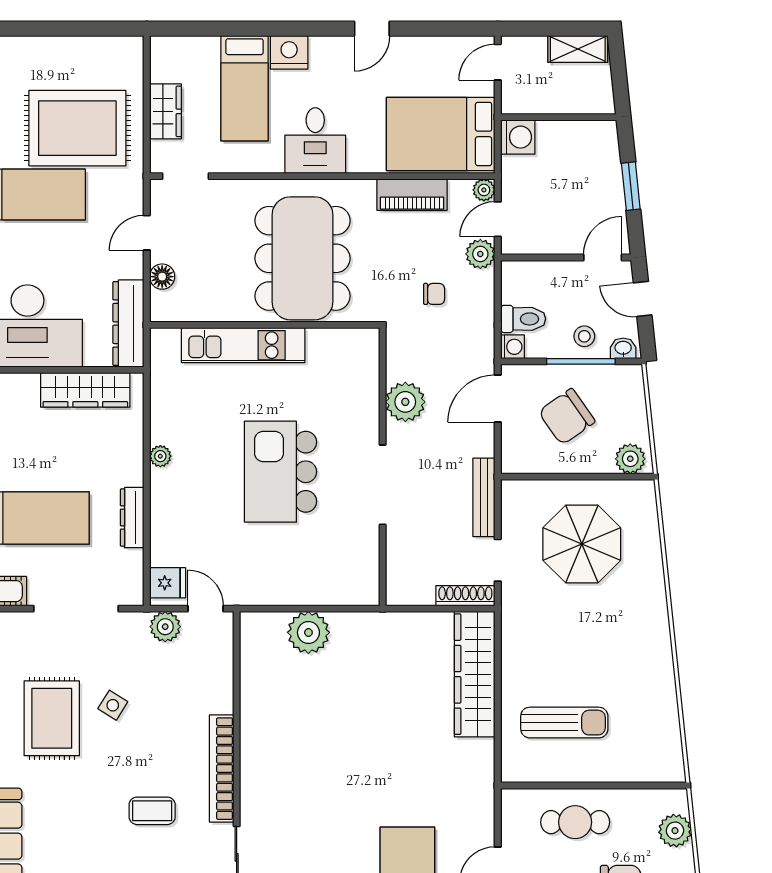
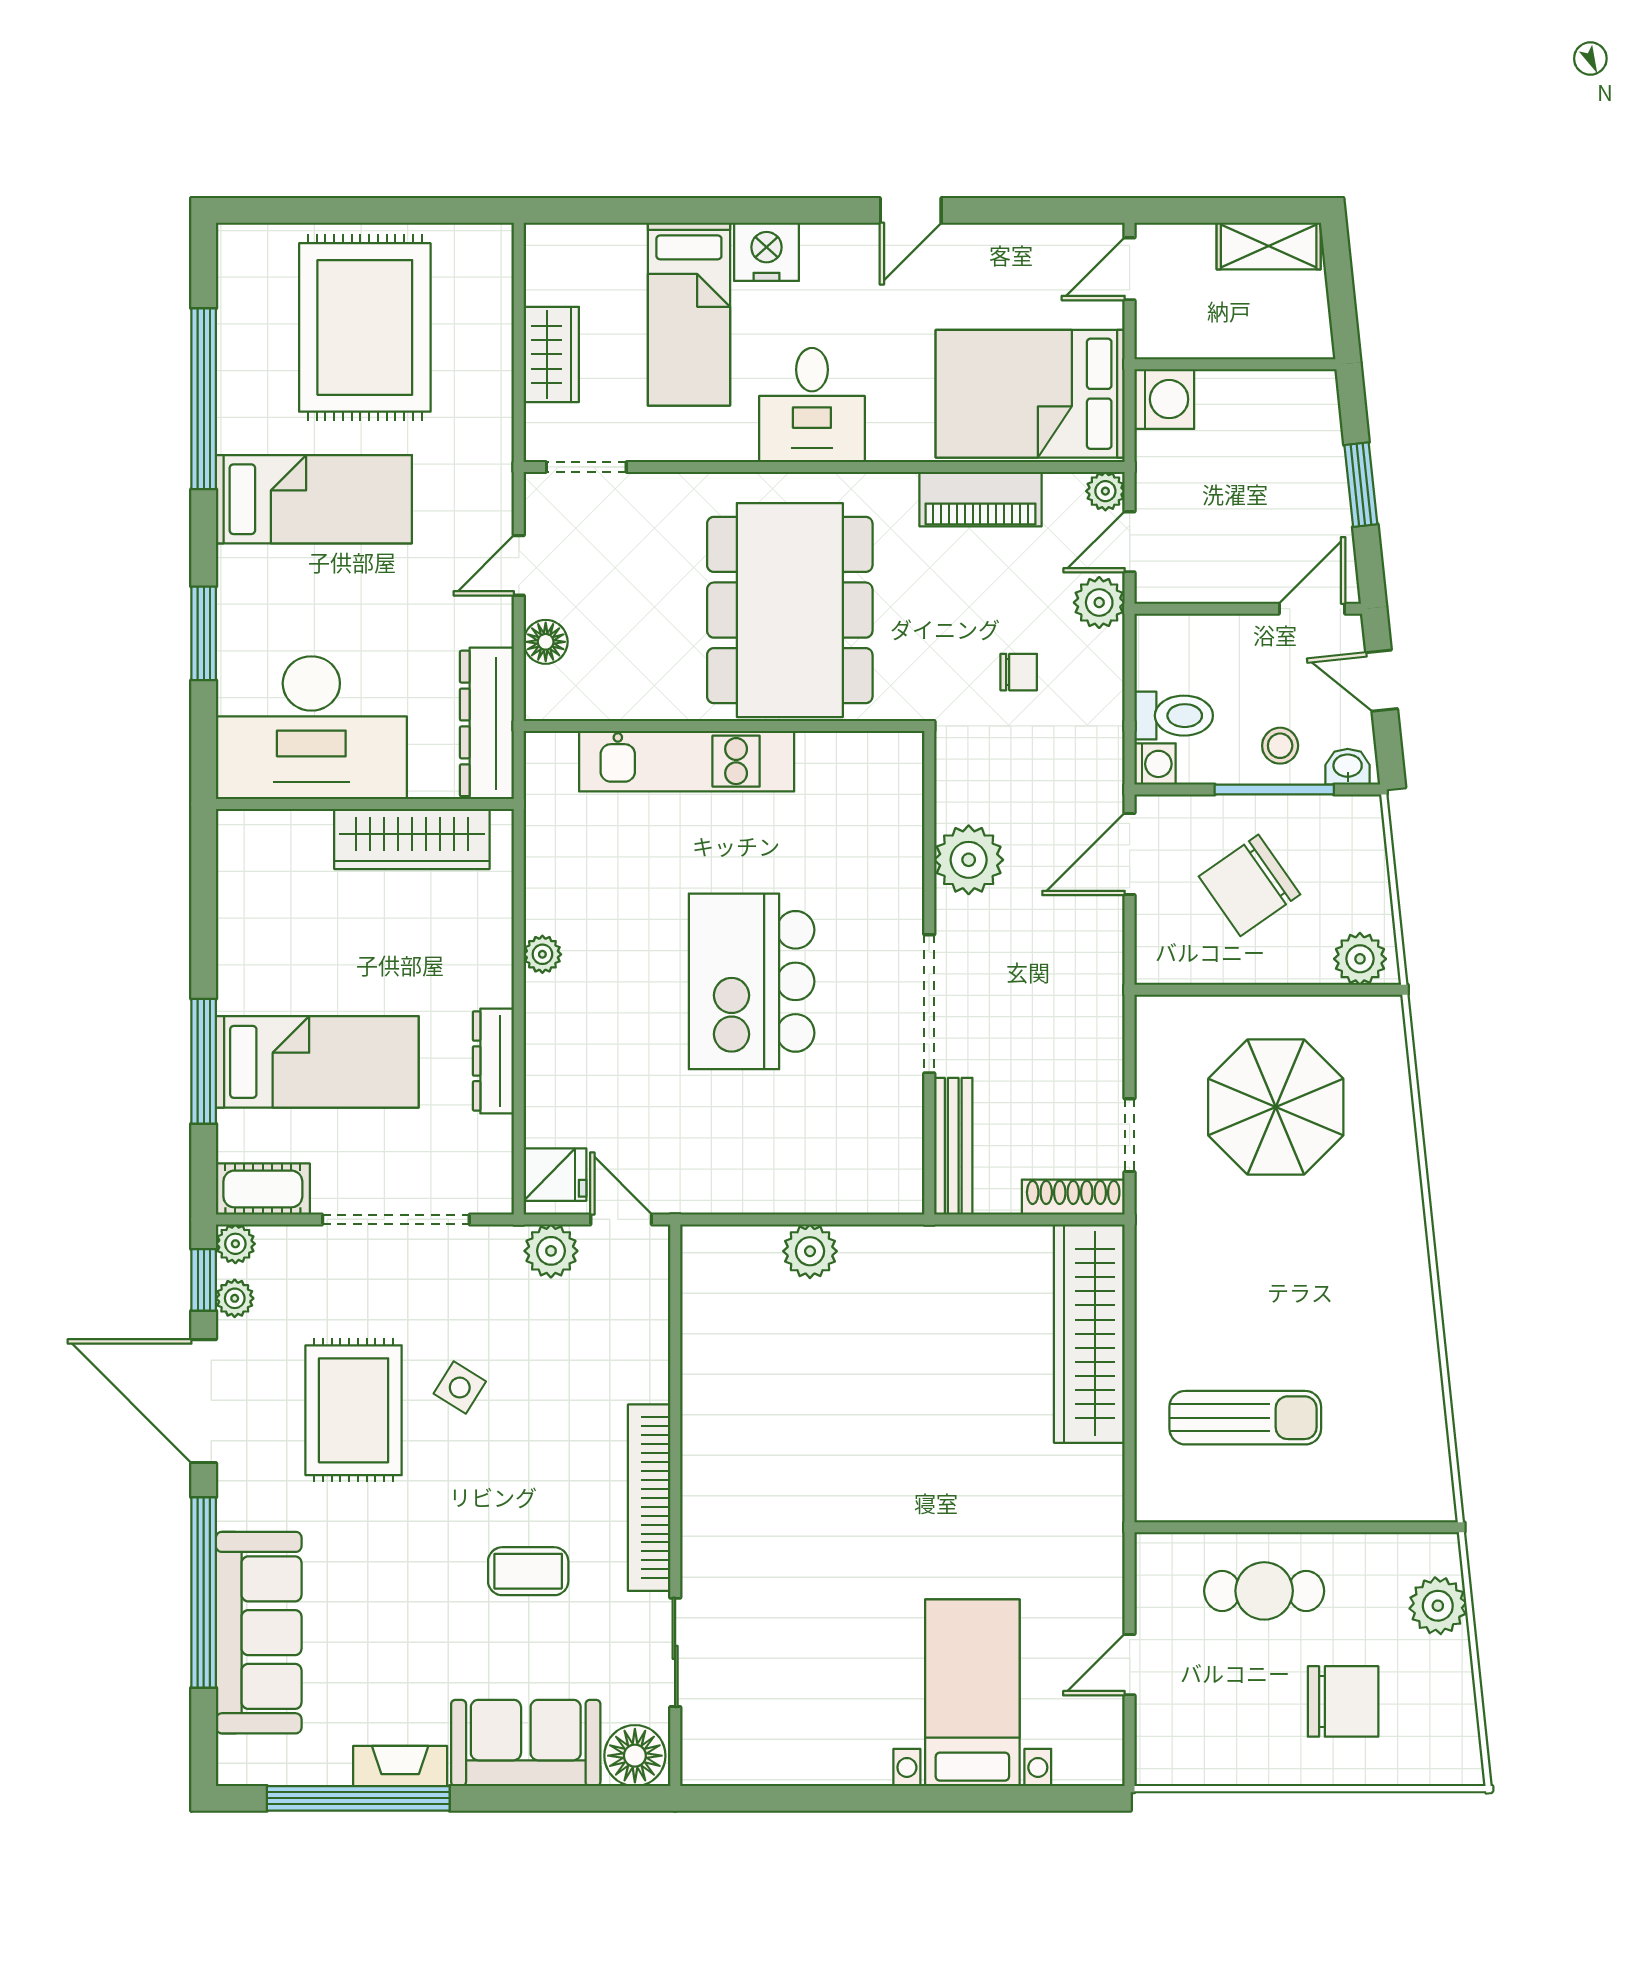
rug: (77, 128) -> (365, 327), moved, turned 90
bench: (484, 497) -> (953, 1146), moved
plant: (308, 632) -> (810, 1251), width x0.73, depth x0.73

